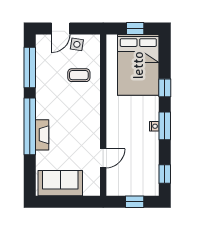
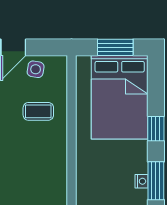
window: (135, 28) -> (115, 47), width x1.50

